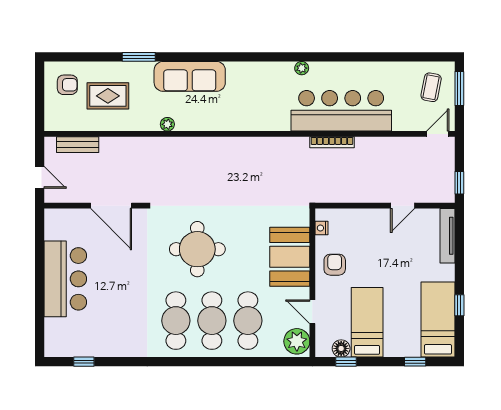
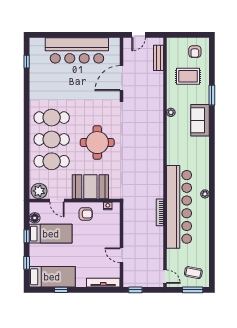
sofa: (190, 76) -> (200, 120), width x0.73
rug: (108, 96) -> (188, 76), turned 90
bar counter: (341, 111) -> (179, 207), width x1.36
round table: (197, 249) -> (97, 143), moved
bar counter: (65, 279) -> (77, 50), width x1.36
door: (312, 312) -> (57, 200), swing flipped
window: (346, 362) -> (27, 236), moved

